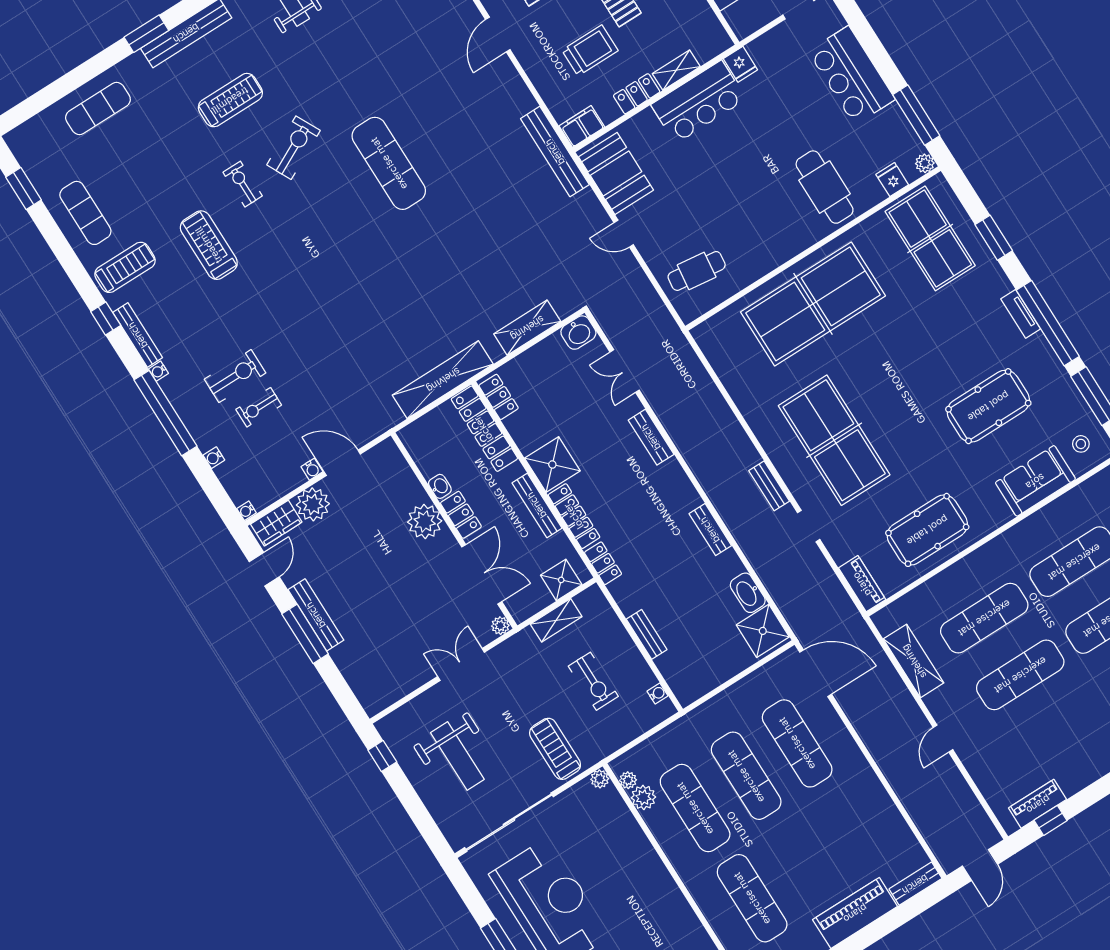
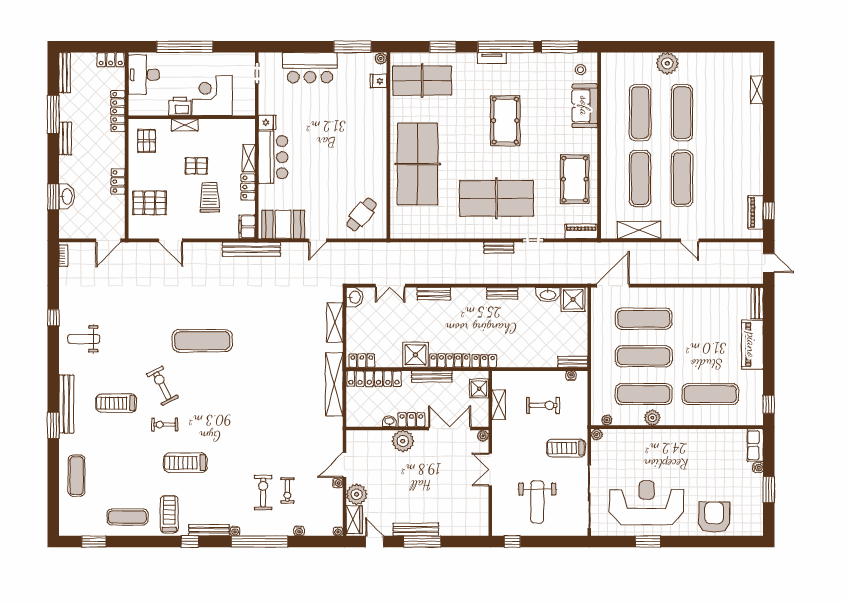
treadmill: (230, 100) -> (116, 403), turned -90
cafe table: (825, 187) -> (360, 119), removed
cafe table: (697, 271) -> (361, 214), turned 32
pool table: (988, 406) -> (505, 121), moved
bench: (647, 634) -> (573, 362), moved
weight bench: (457, 756) -> (537, 502), turned 90
plant: (643, 797) -> (652, 418), moved

